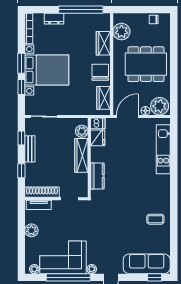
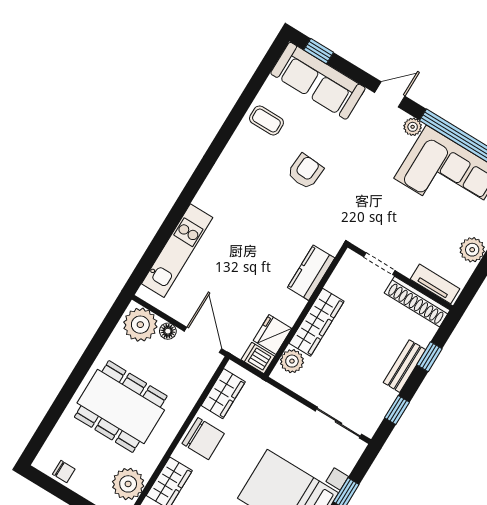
chair: (100, 72) -> (203, 439), turned -90
door: (127, 116) -> (203, 340), swing flipped
bench: (30, 149) -> (405, 366), moved
coffee table: (155, 219) -> (266, 120), moved
armchair: (128, 220) -> (305, 171), added

